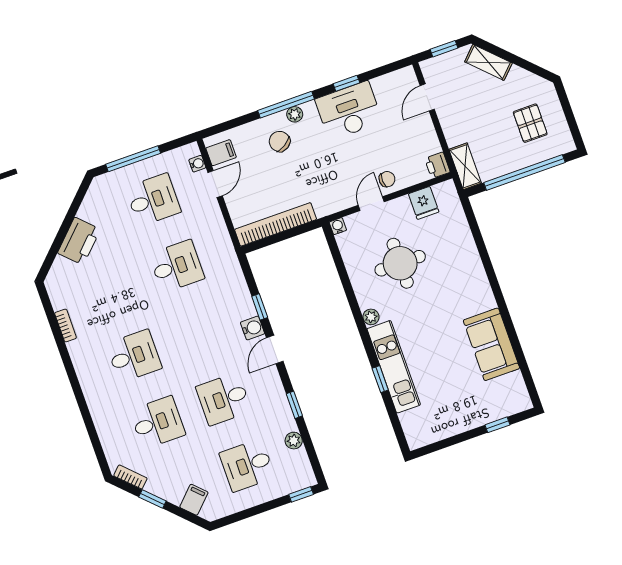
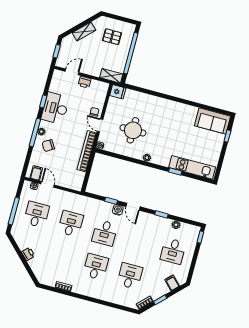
shelving: (488, 62) -> (84, 32), moved
door: (427, 97) -> (72, 72), swing flipped
printer: (437, 165) -> (85, 82), moved
fridge: (424, 203) -> (118, 92), moved
bookcase: (276, 224) -> (87, 151), moved
printer: (79, 241) -> (28, 254), width x0.53, depth x0.68
sofa: (491, 344) -> (212, 121), moved
kitchen unit: (394, 367) -> (192, 167), moved
desk: (224, 399) -> (105, 233), moved

